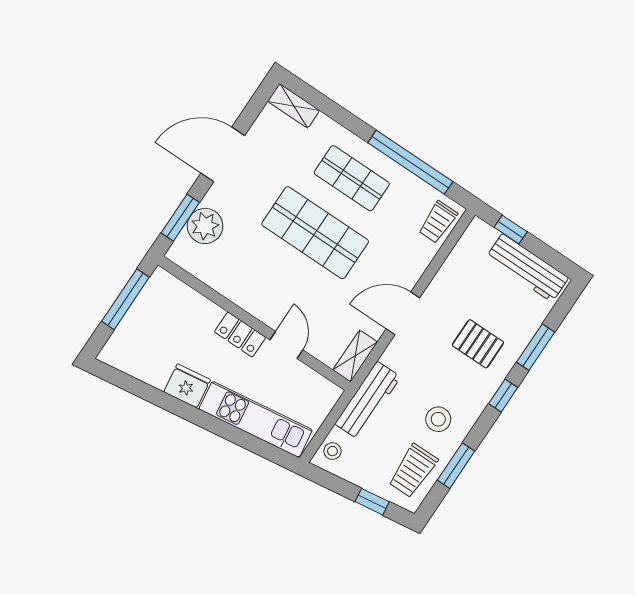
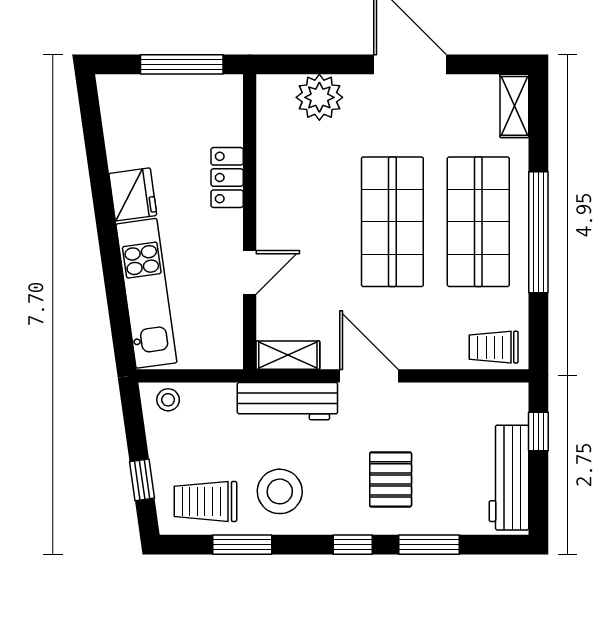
window: (410, 162) -> (538, 232), moved
shop shelf: (352, 178) -> (478, 222), width x1.43, depth x1.36
window: (180, 218) -> (310, 64), removed
locker: (240, 335) -> (227, 178), moved
workbench: (368, 400) -> (287, 401), moved
stool: (438, 419) -> (280, 491), width x1.38, depth x1.38

